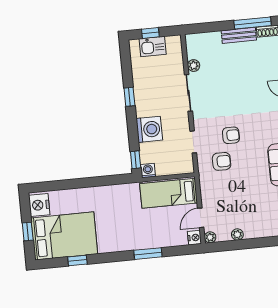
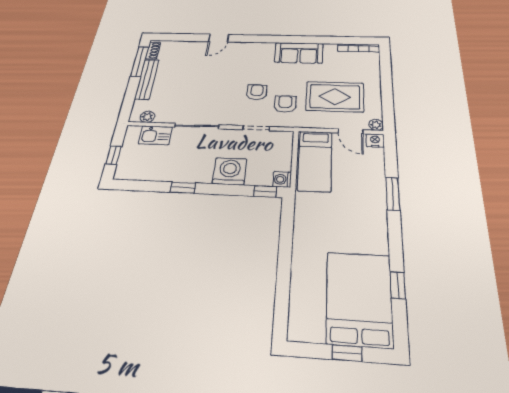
bench: (239, 35) -> (147, 79), width x1.36
kitchen sink: (153, 46) -> (155, 135), moved, turned 90
plant: (194, 66) -> (147, 117), moved
rug: (235, 201) -> (335, 97), added
nightstand: (39, 205) -> (308, 328), removed
plant: (237, 234) -> (375, 99), removed

